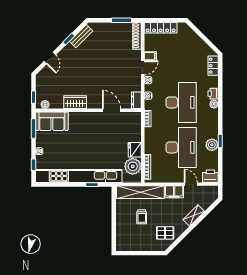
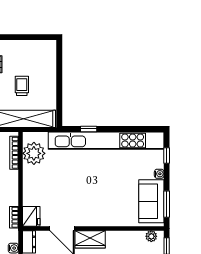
wardrobe: (75, 102) -> (90, 239), moved
sofa: (52, 121) -> (151, 201), moved, turned -90
fridge: (135, 150) -> (31, 216), moved

